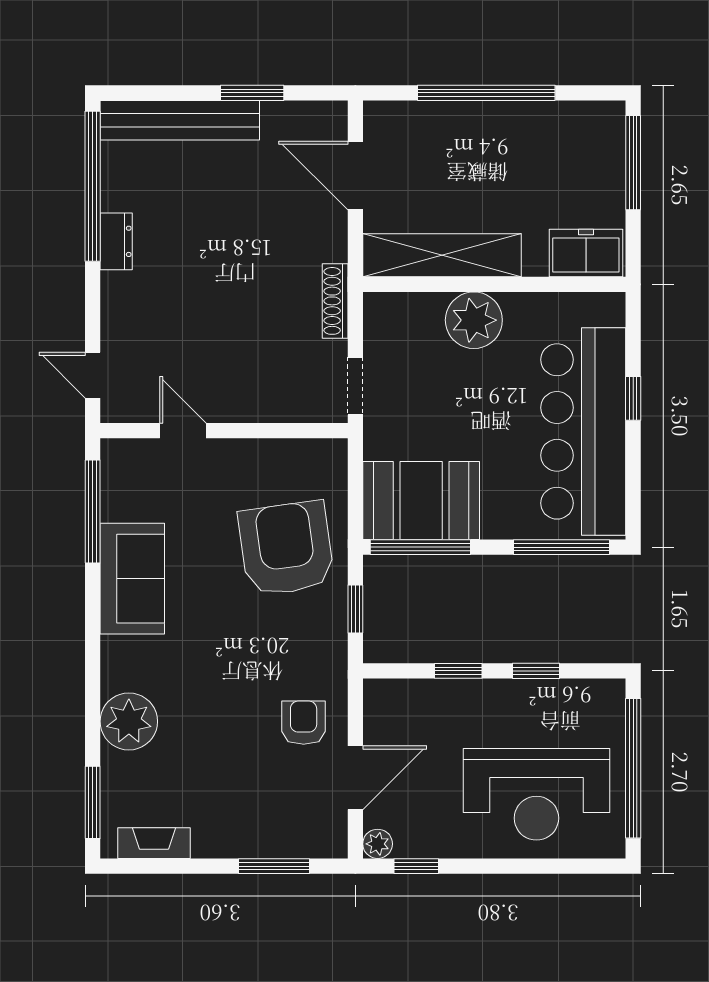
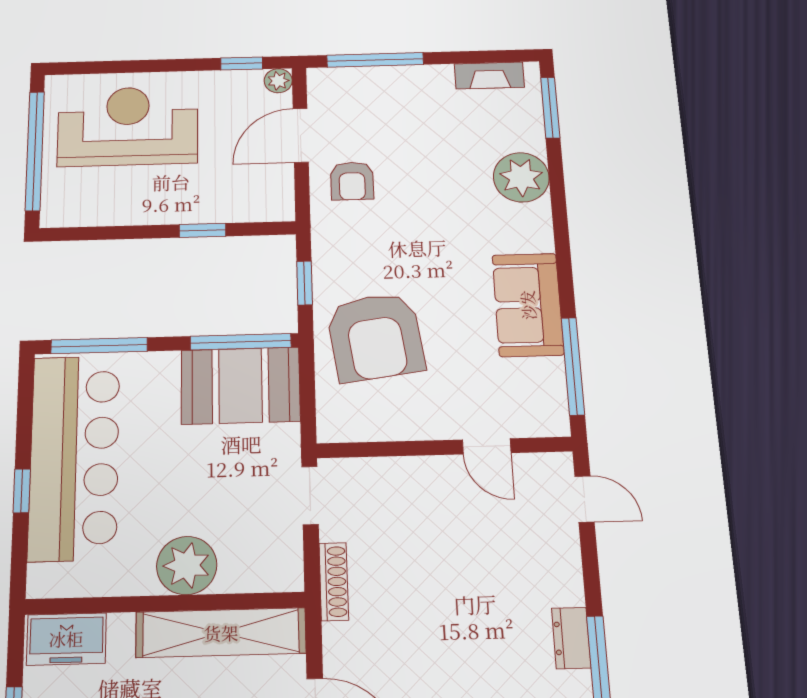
window: (536, 671) -> (126, 232), removed
window: (274, 866) -> (375, 60), width x1.44

